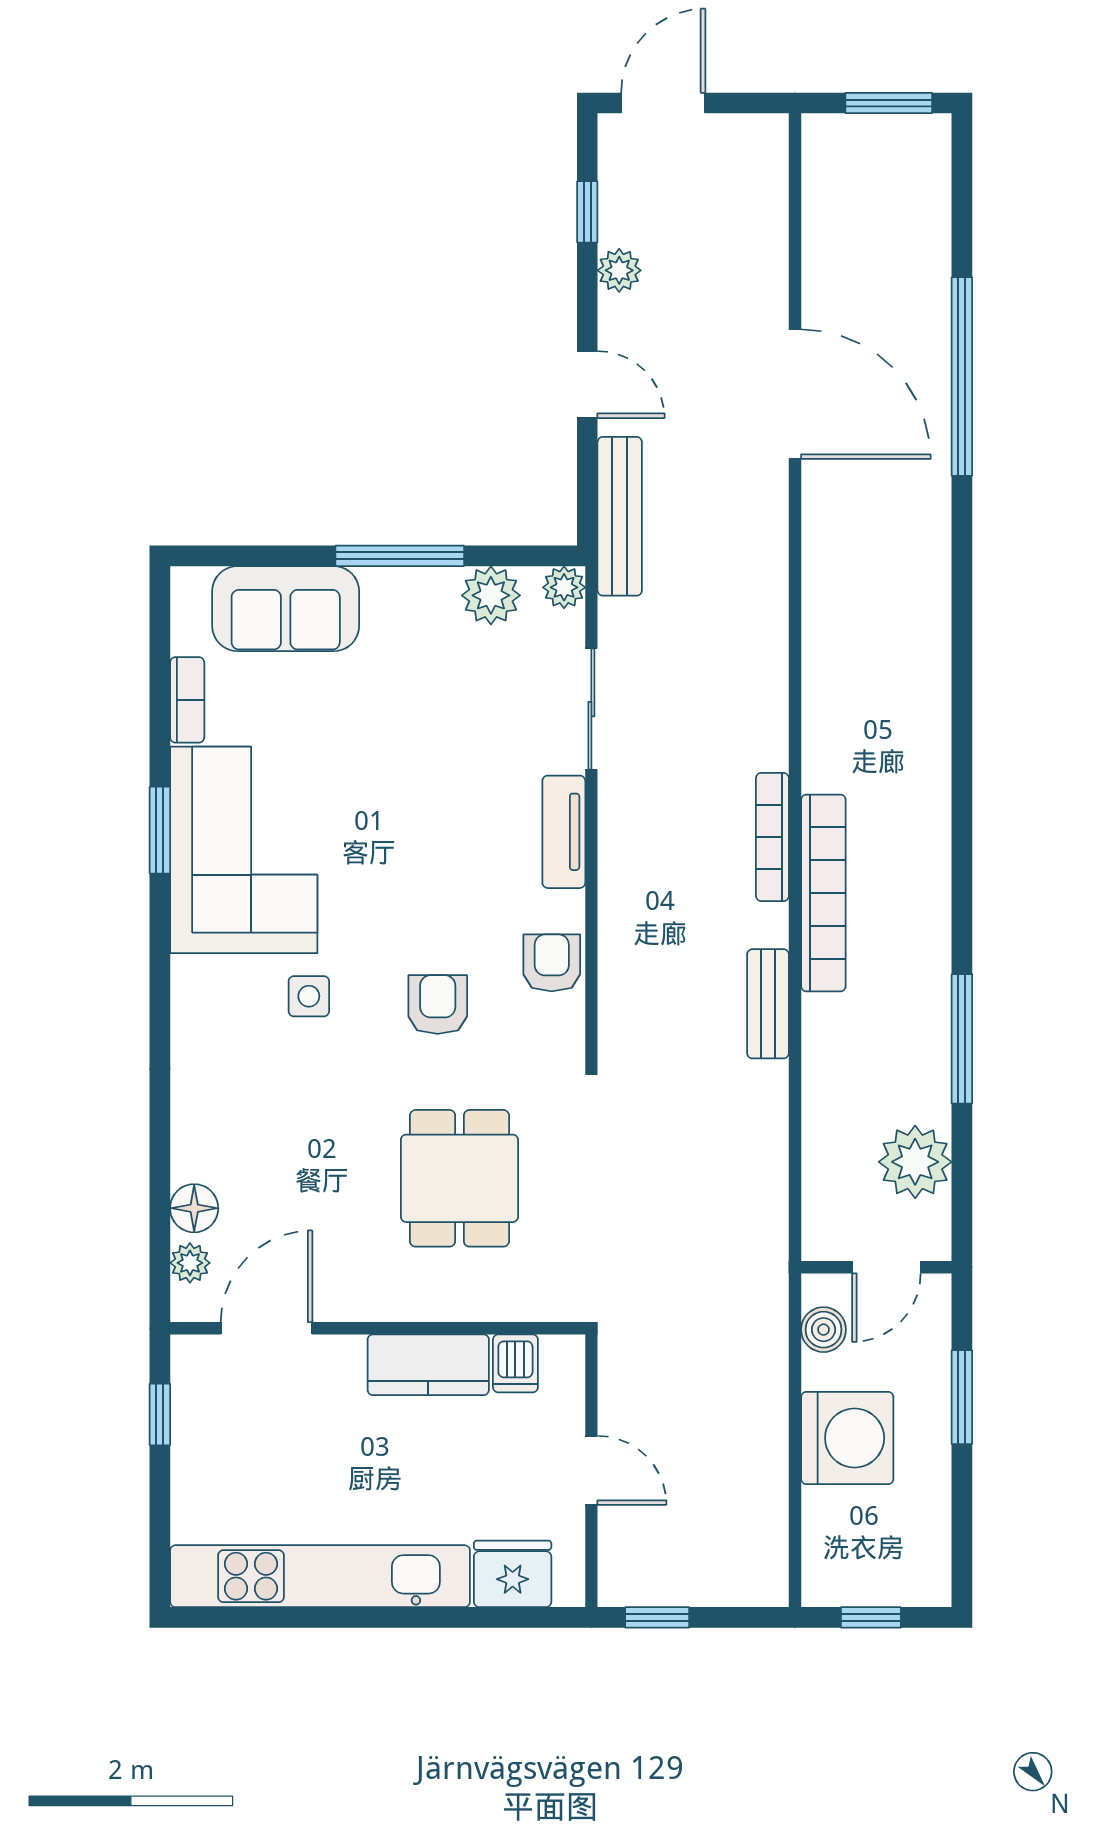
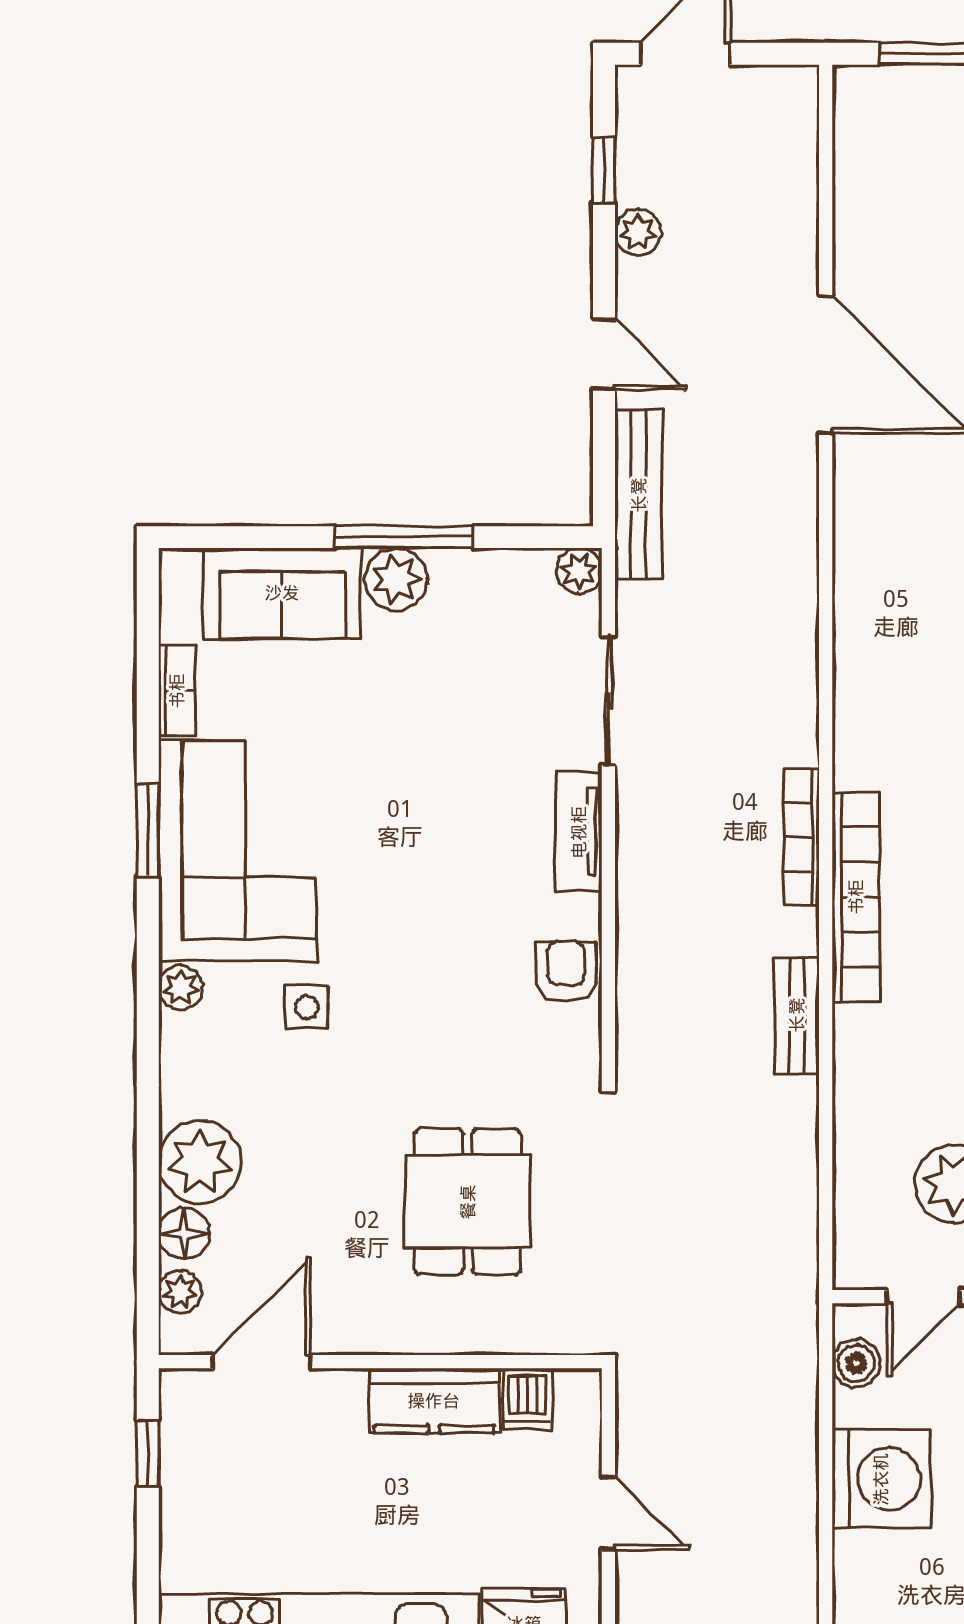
plant: (491, 595) -> (396, 579), moved
plant: (191, 978) -> (181, 988), added
armchair: (438, 1005) -> (444, 1016), removed
plant: (209, 1141) -> (200, 1162), added

